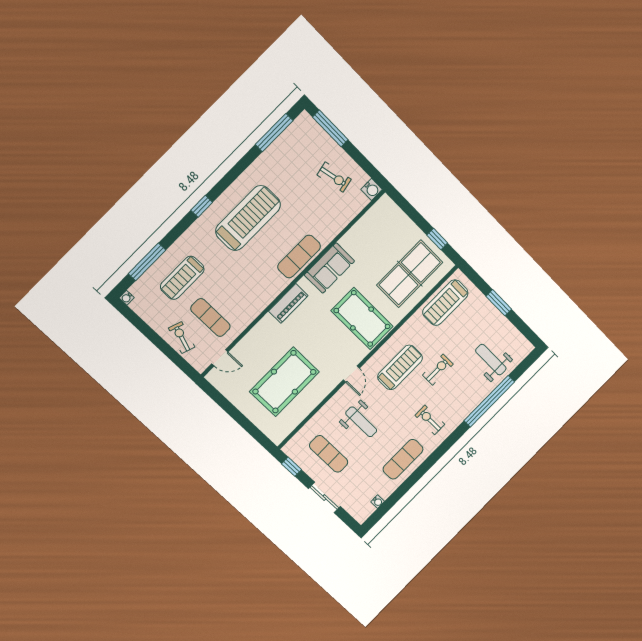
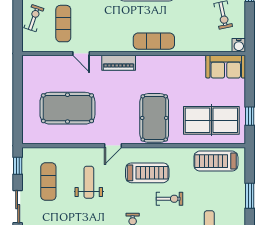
sofa: (329, 268) -> (226, 67), moved
door: (220, 358) -> (81, 54), moved
weight bench: (361, 422) -> (89, 182), turned 180

